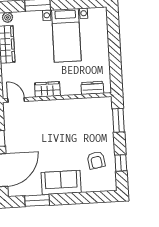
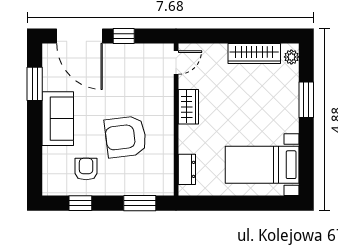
bed with nightstands: (66, 35) -> (262, 165), moved
armchair: (71, 133) -> (126, 137), added
armchair: (96, 160) -> (86, 169), turned 99

